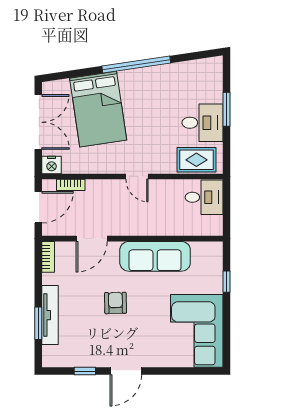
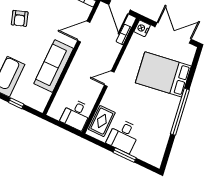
double door: (38, 122) -> (173, 33), swing flipped
door: (92, 239) -> (84, 31), hinge flipped
armchair: (115, 303) -> (20, 18), moved, turned 72

